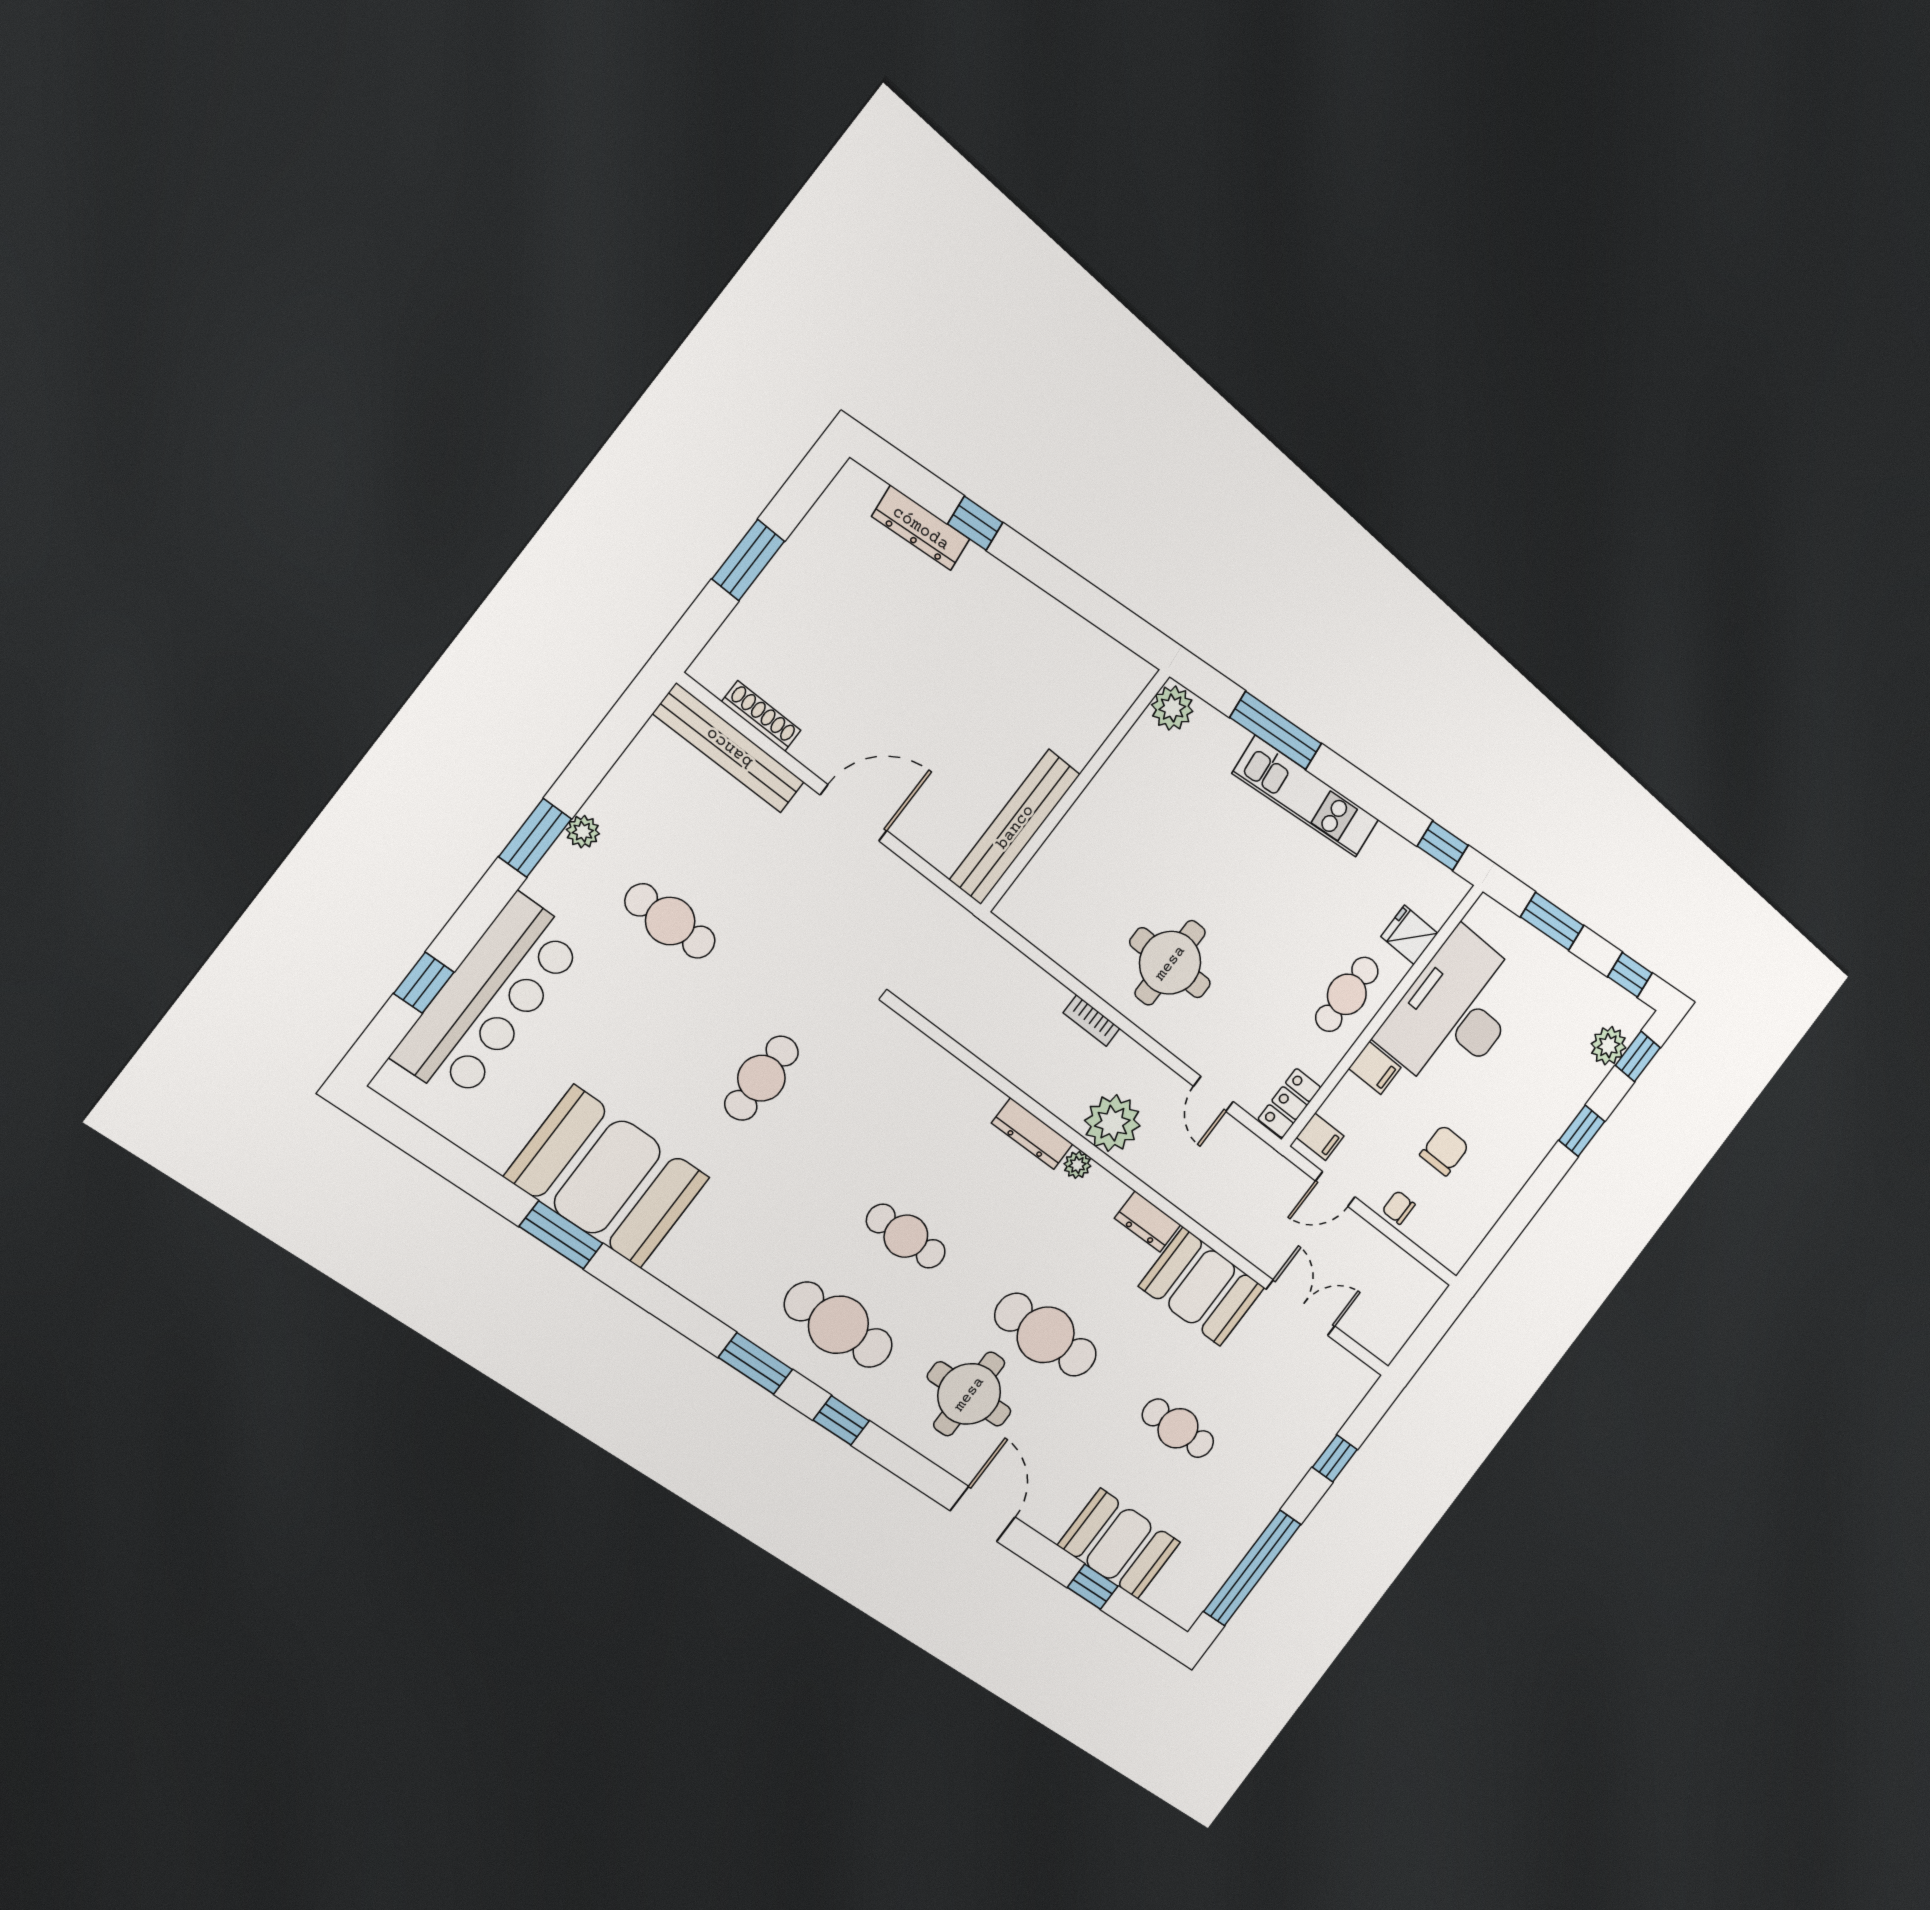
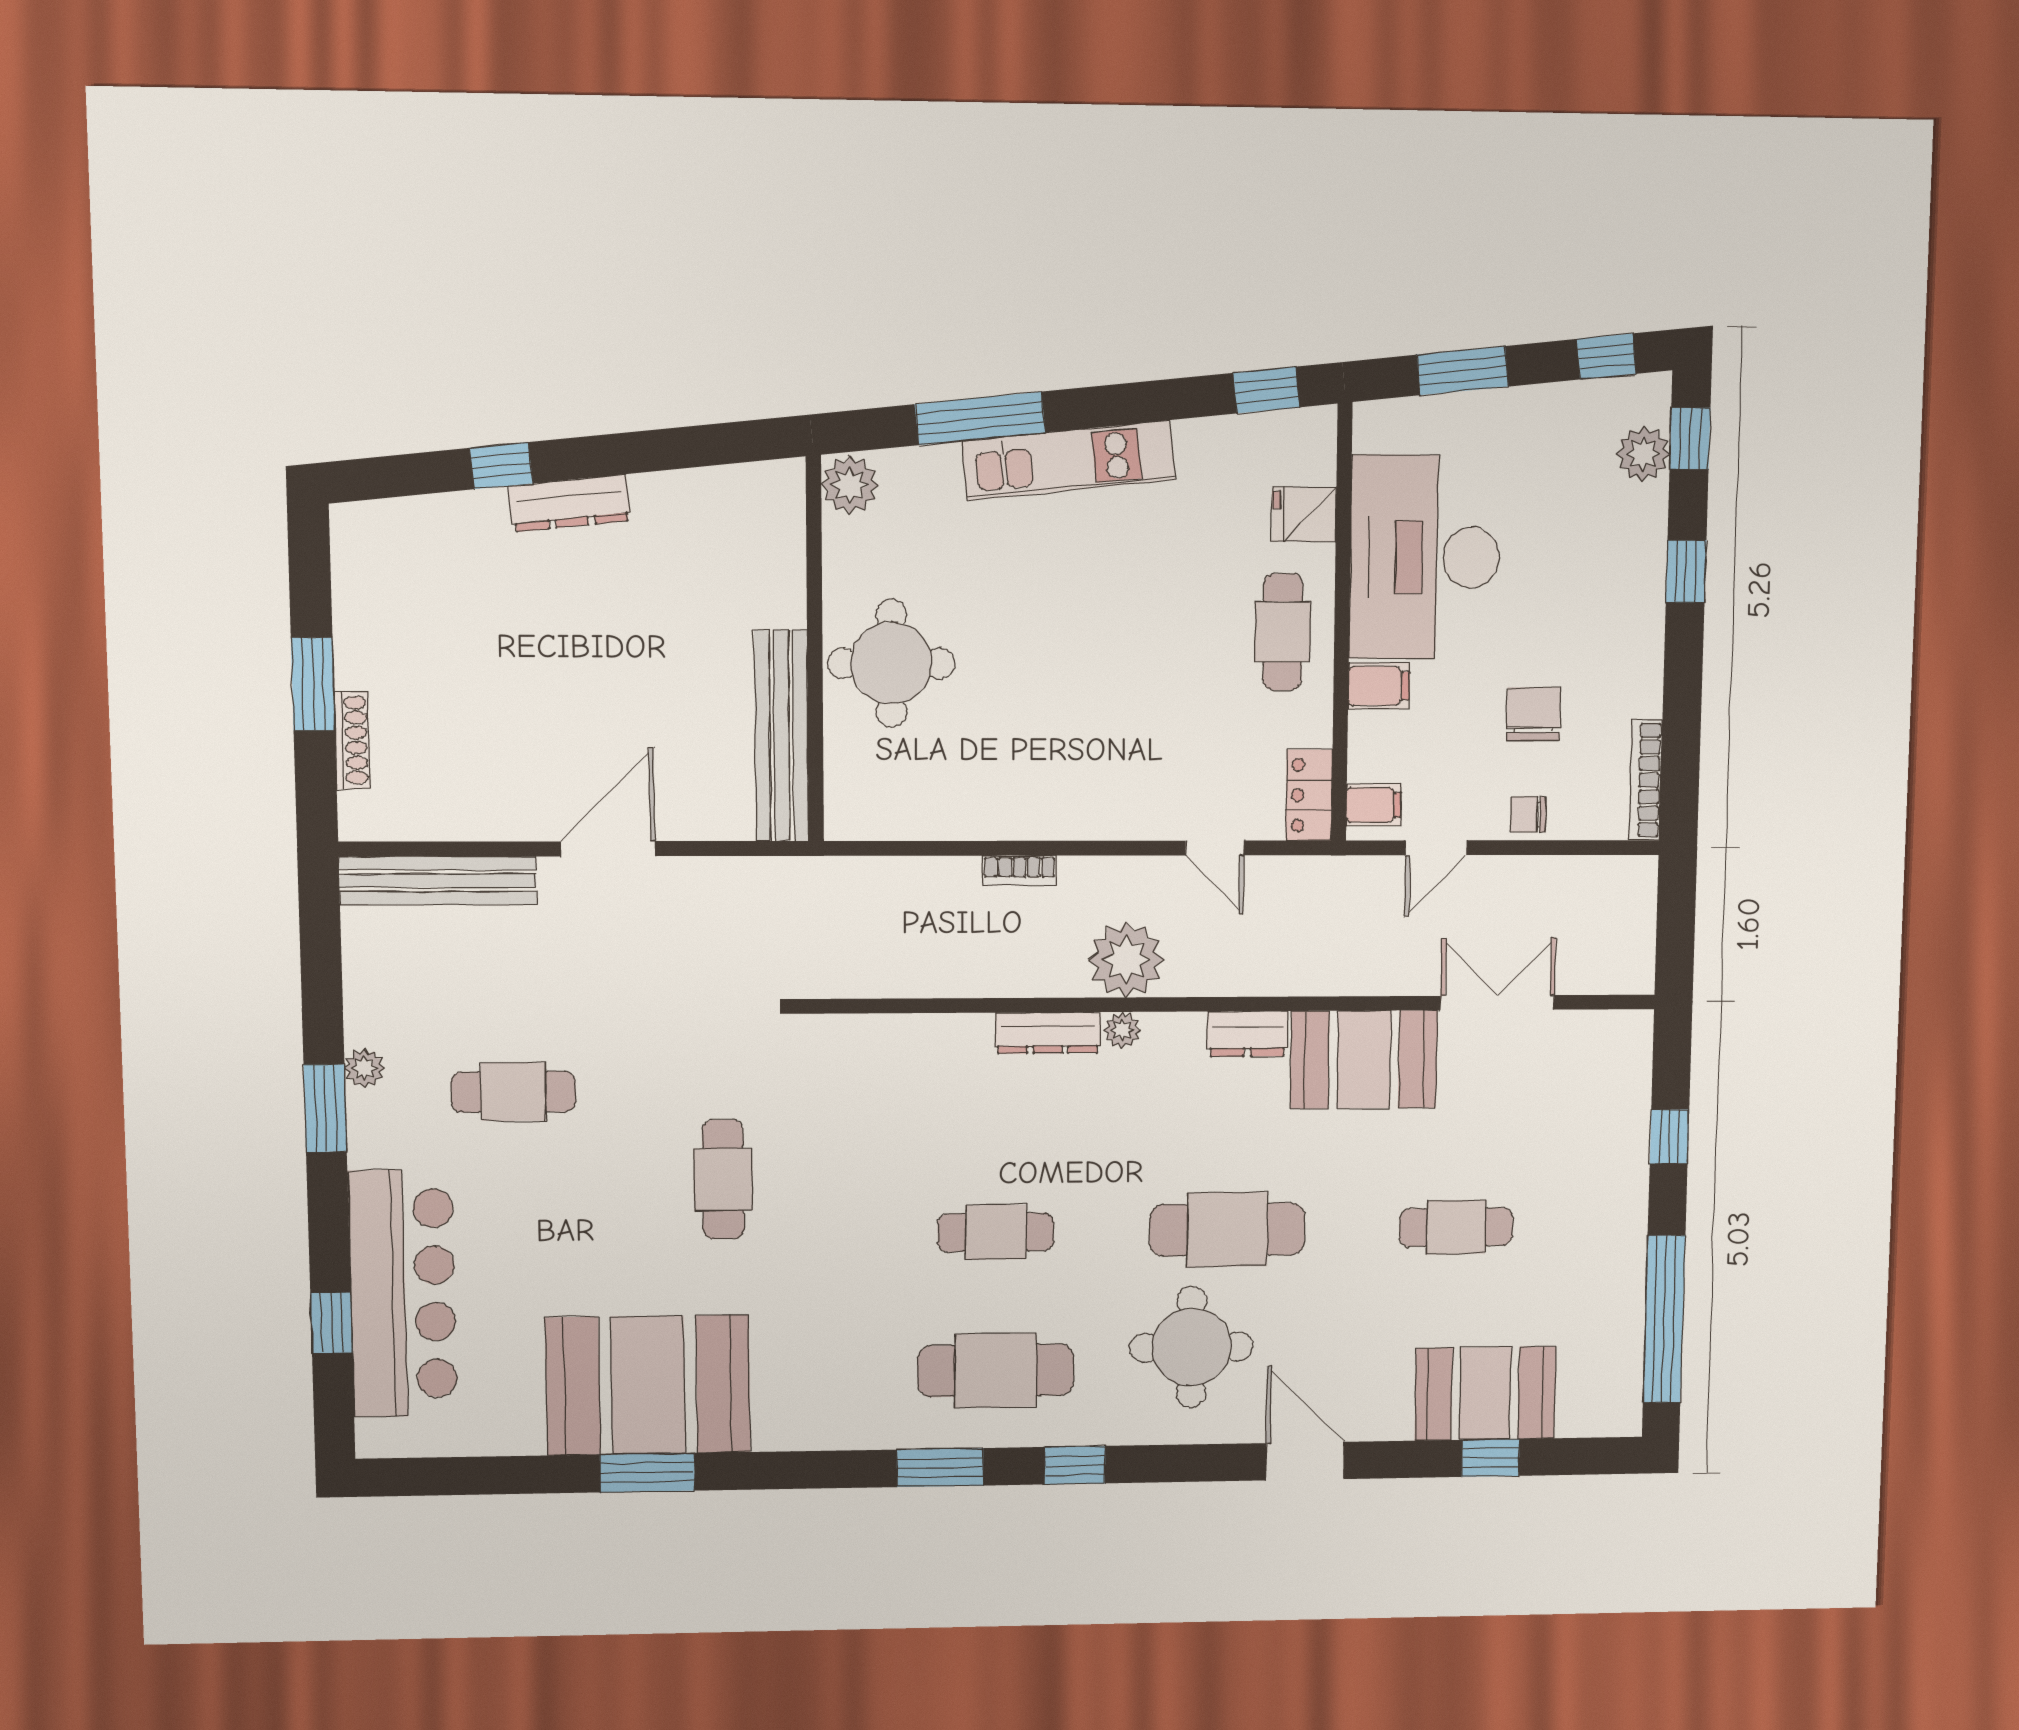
dresser: (921, 528) -> (570, 503), moved
shoe rack: (761, 716) -> (352, 740), moved, turned 90
round table: (1170, 963) -> (891, 663), moved
bookcase: (1475, 1236) -> (1646, 780), added

